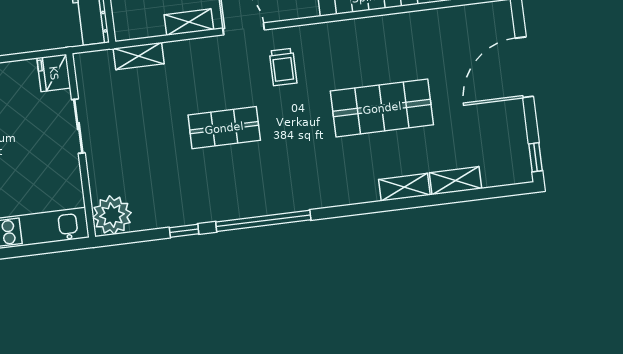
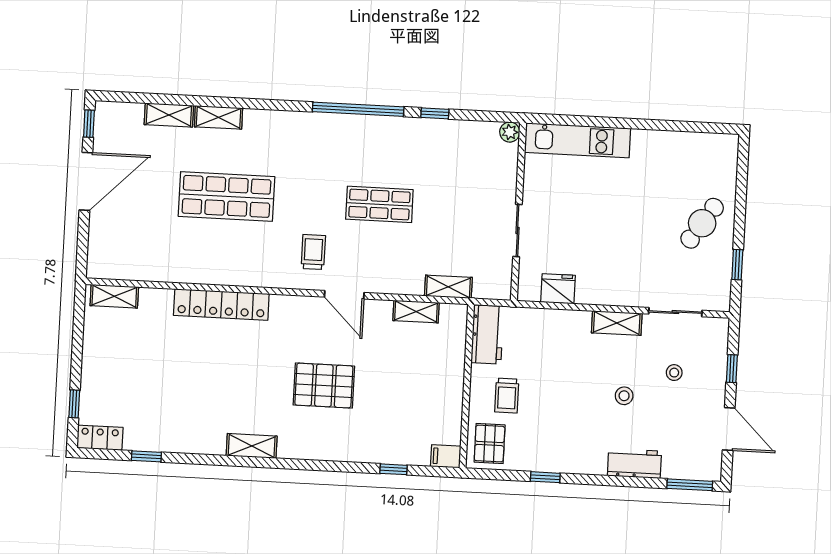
shelving: (189, 22) -> (416, 312), moved
door: (524, 67) -> (86, 181), moved
fridge: (54, 73) -> (558, 289), moved, turned -90
plant: (112, 215) -> (510, 132), width x0.53, depth x0.53

